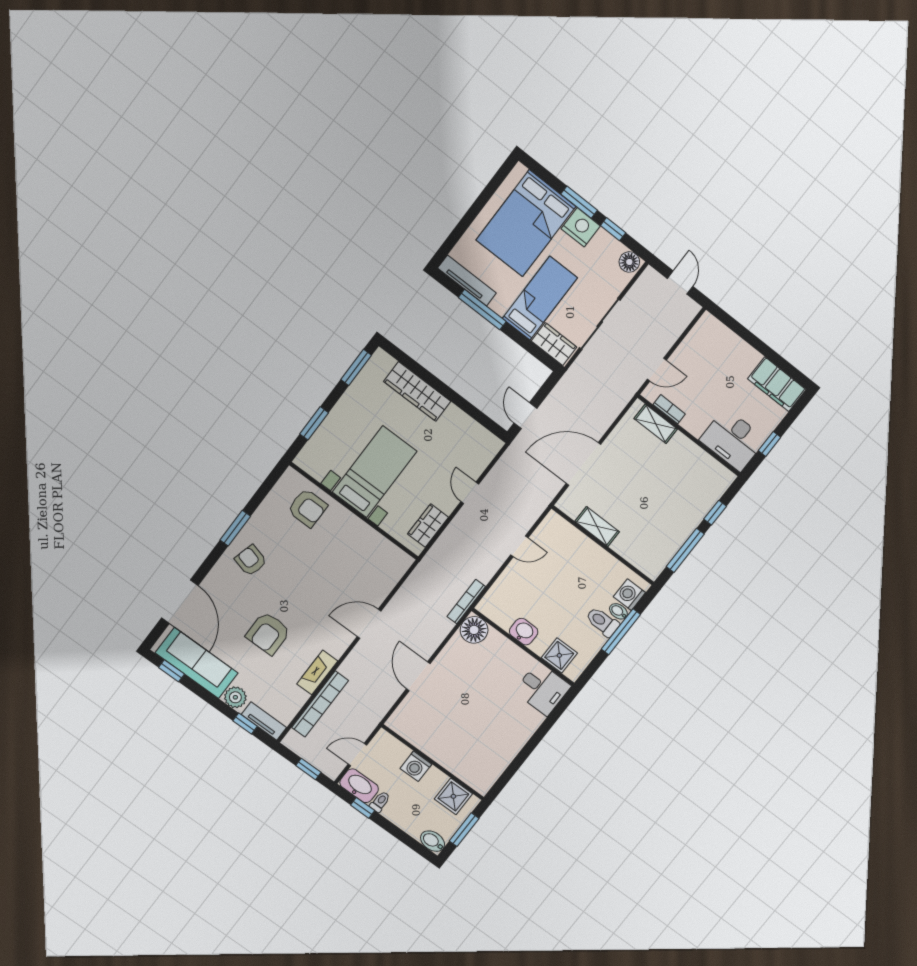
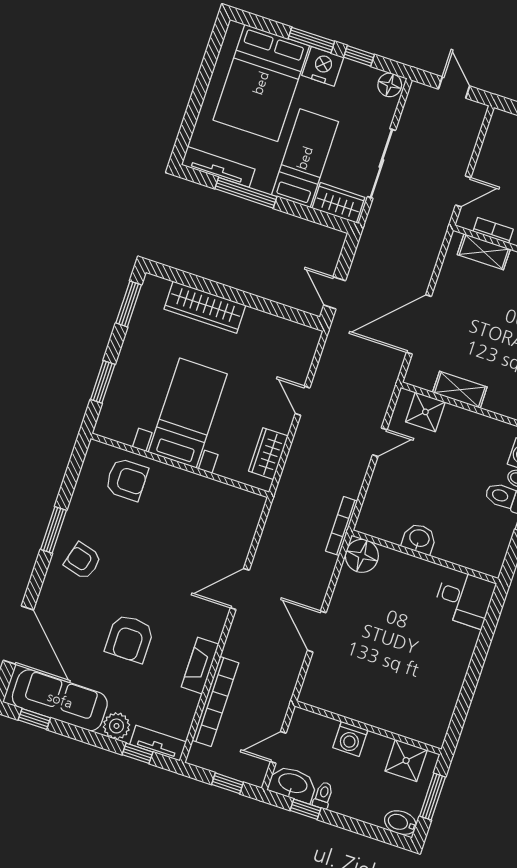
shower: (559, 655) -> (425, 412), moved

